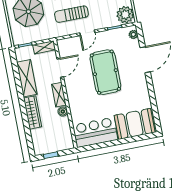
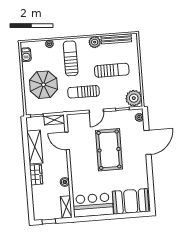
door: (60, 68) -> (67, 141), swing flipped
shelving: (59, 95) -> (66, 207), moved
wardrobe: (33, 112) -> (36, 175), width x0.67

